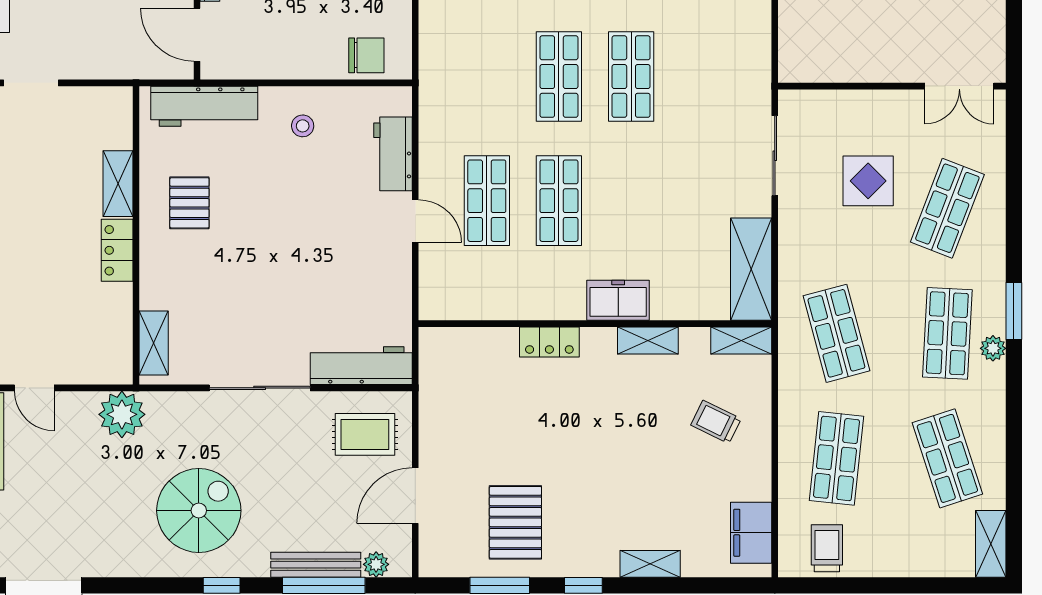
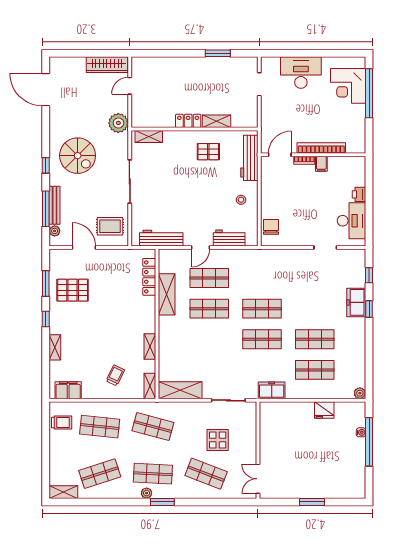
chair: (366, 55) -> (271, 227), turned 180
freezer: (618, 300) -> (272, 390), moved, turned -90
shelving: (525, 301) -> (167, 294), added
shop shelf: (836, 333) -> (153, 427), turned 30
locker: (549, 342) -> (149, 277), moved, width x1.53
workbench: (361, 366) -> (161, 238), moved, turned -90
rug: (365, 434) -> (110, 226), turned 90

